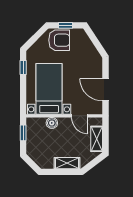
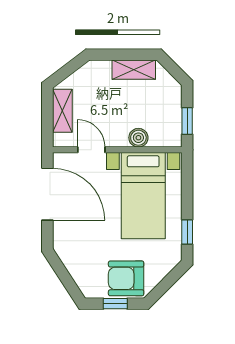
door: (105, 90) -> (47, 194), width x1.36
shelving: (67, 163) -> (134, 70), moved

